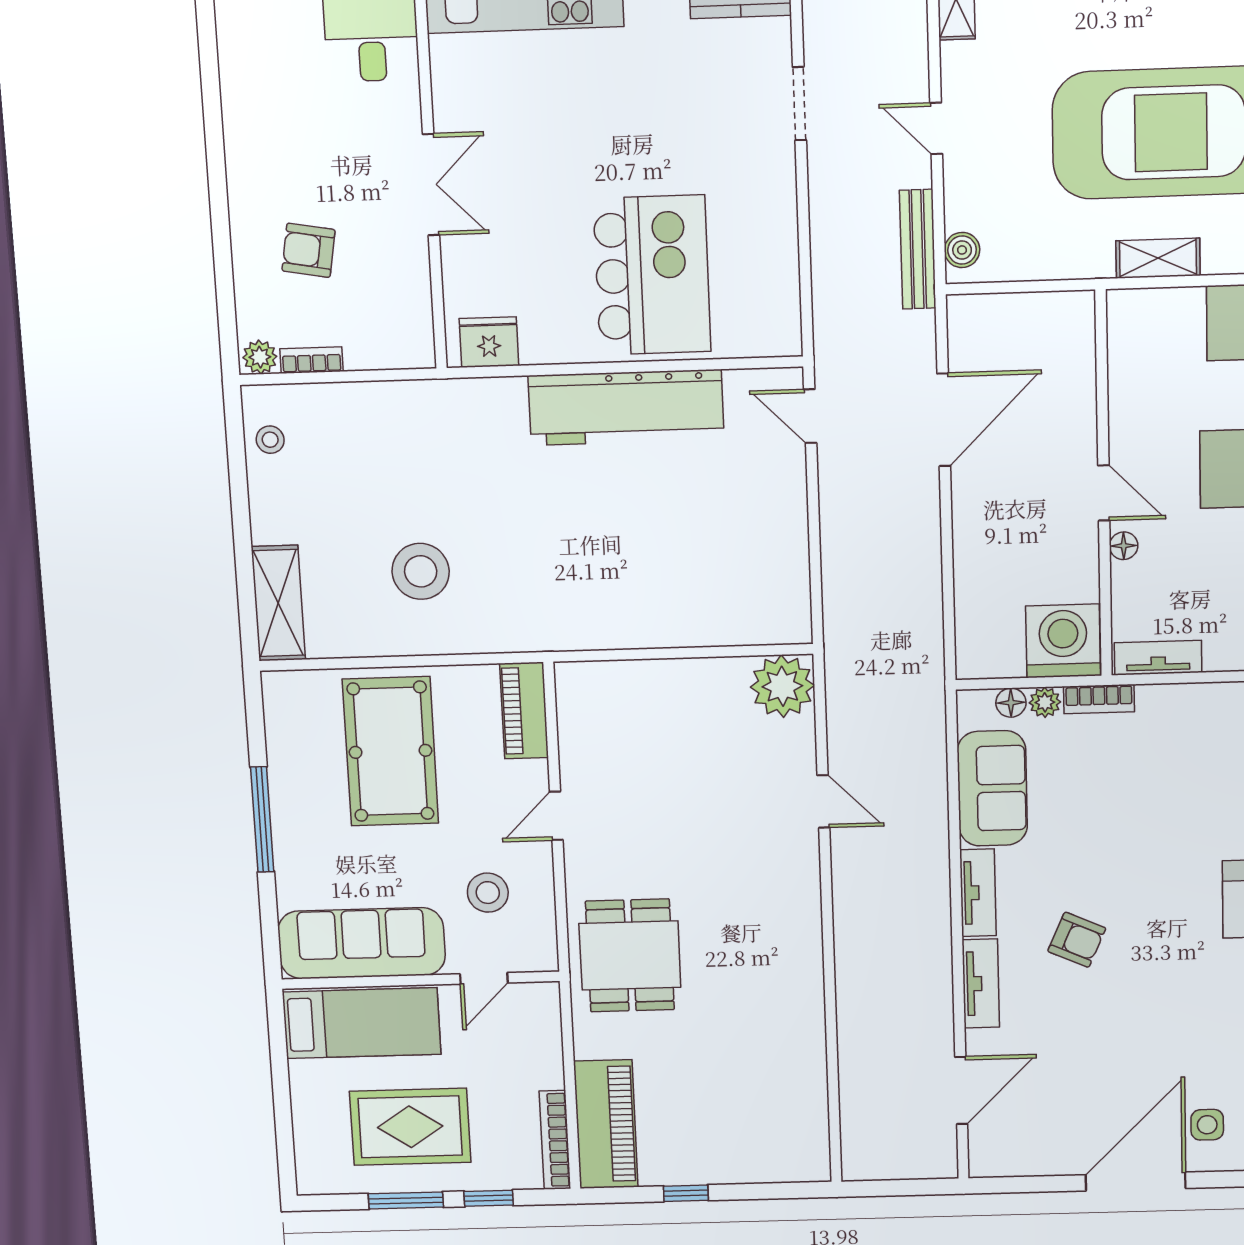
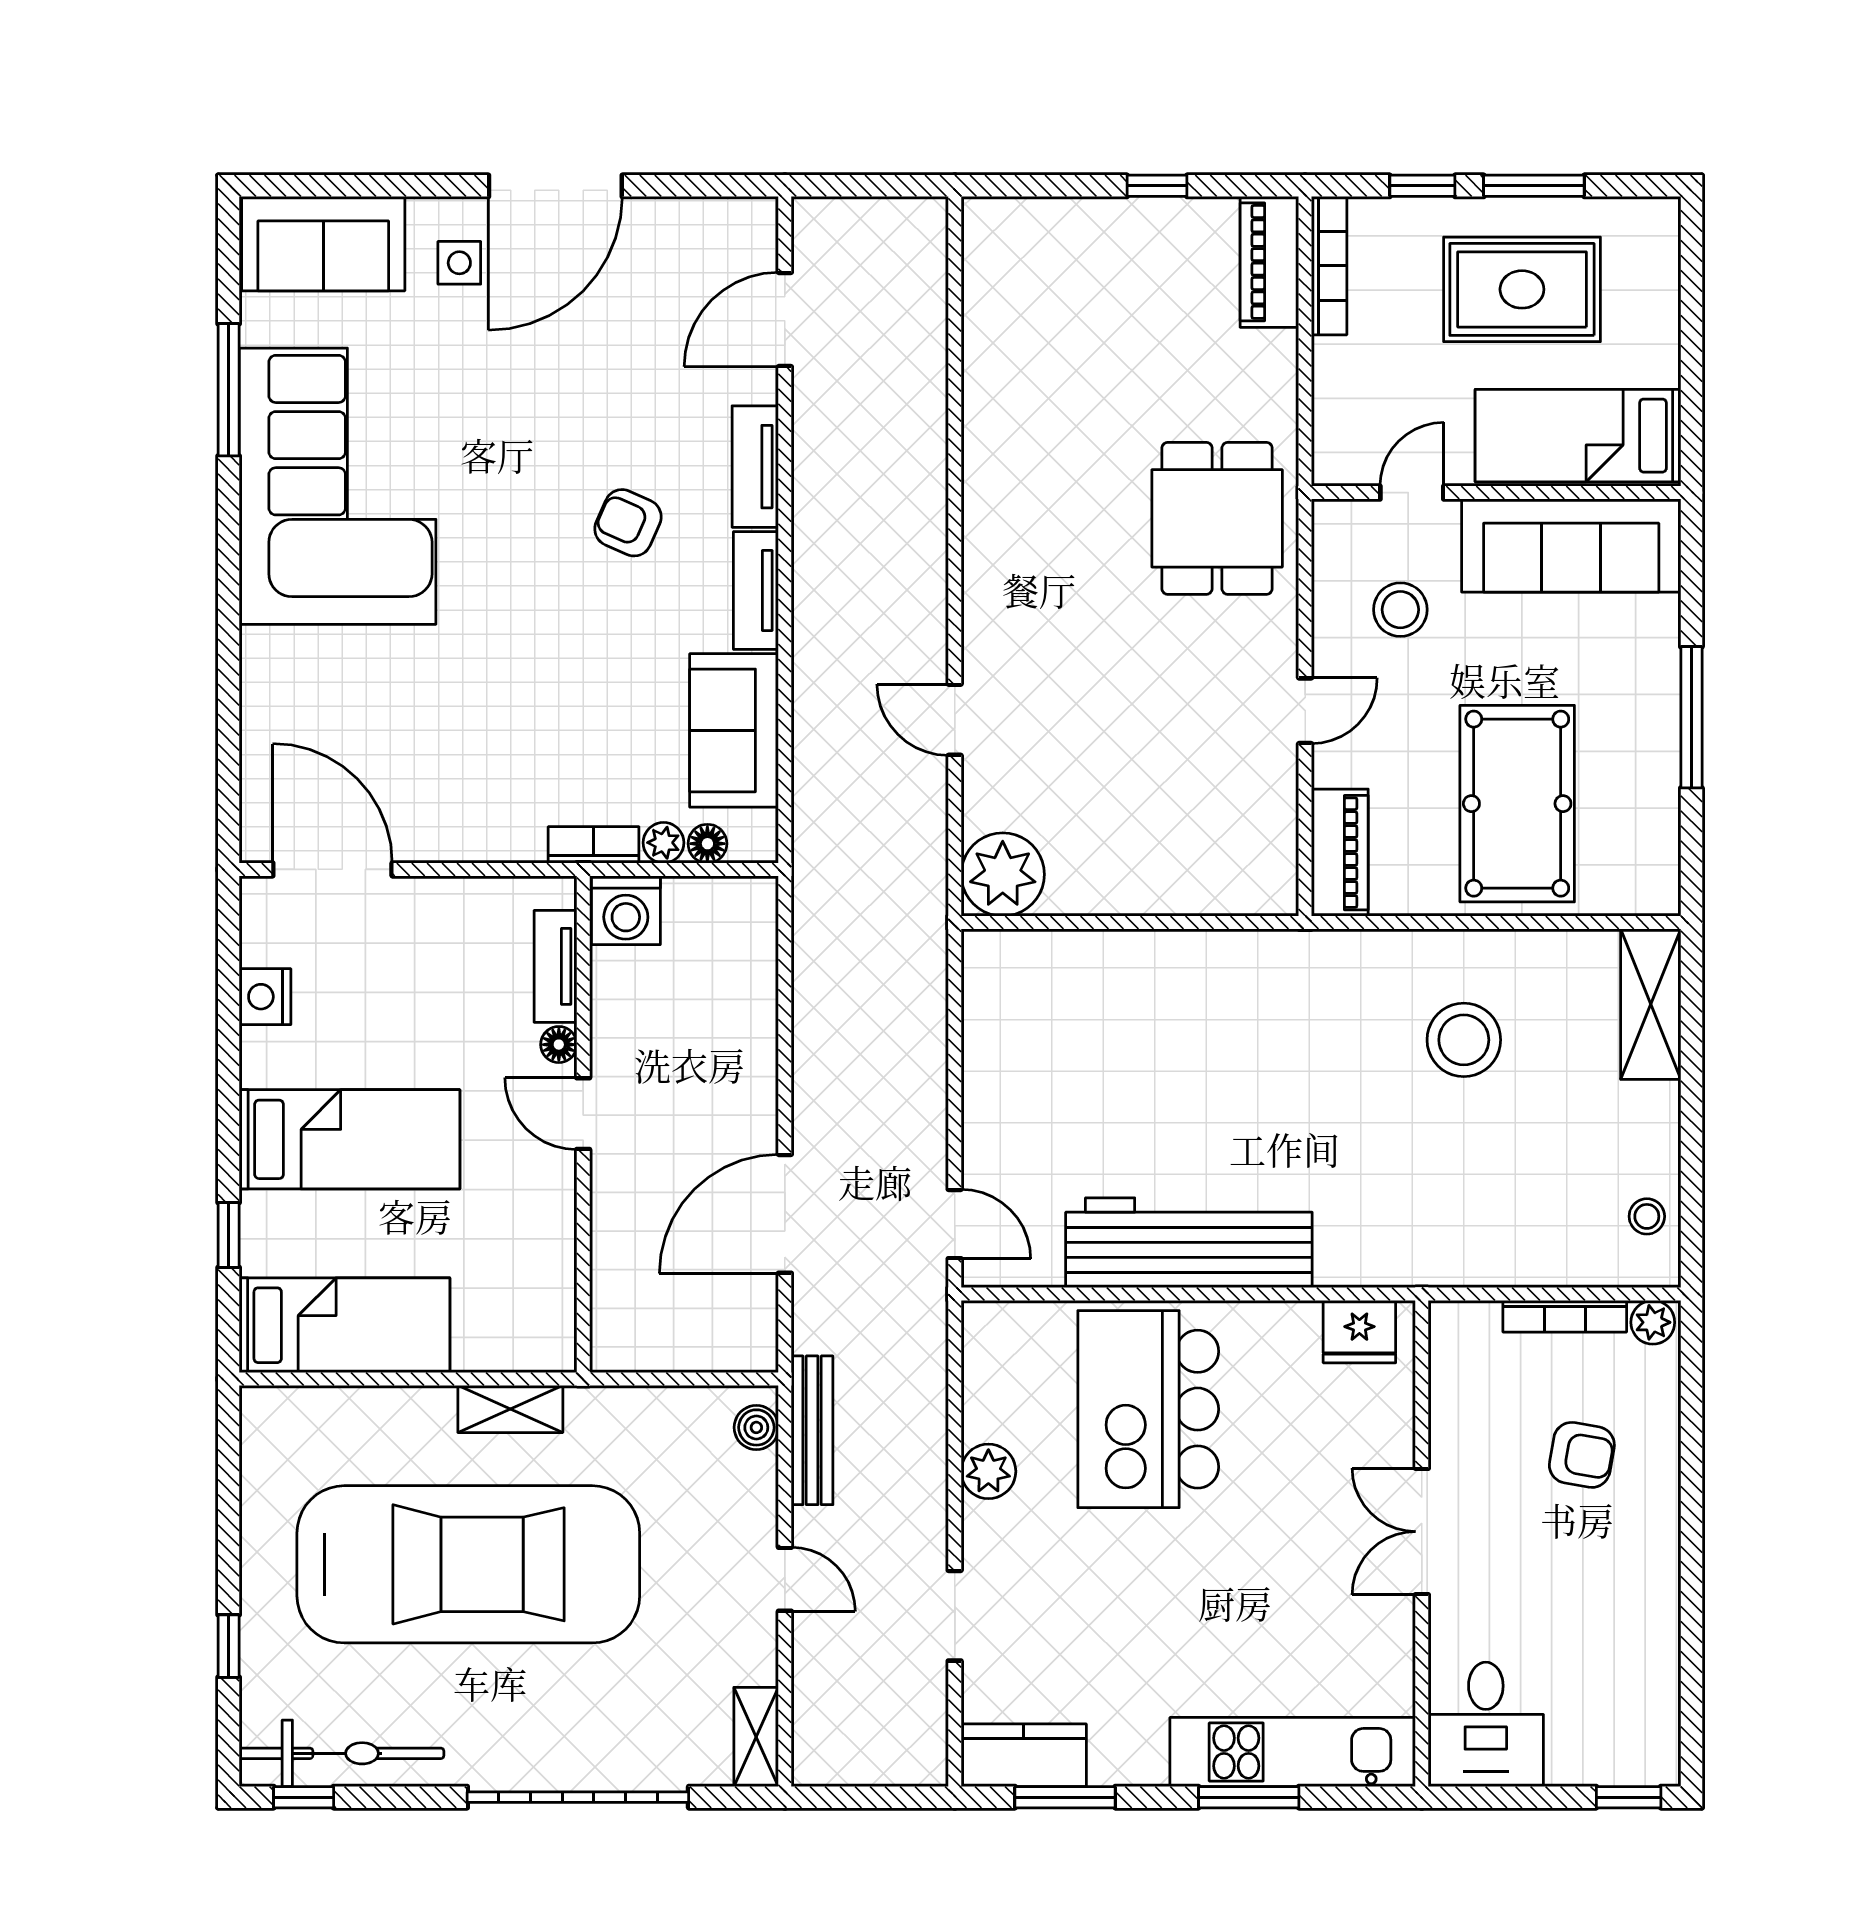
plant: (777, 221) -> (988, 1471), added
bookcase: (312, 360) -> (1565, 1316), width x1.56
washing machine: (1063, 641) -> (626, 910), width x0.73, depth x0.73
tv unit: (1158, 658) -> (555, 966), moved, turned 90
piano: (606, 1124) -> (1269, 262), width x0.73, depth x0.75

